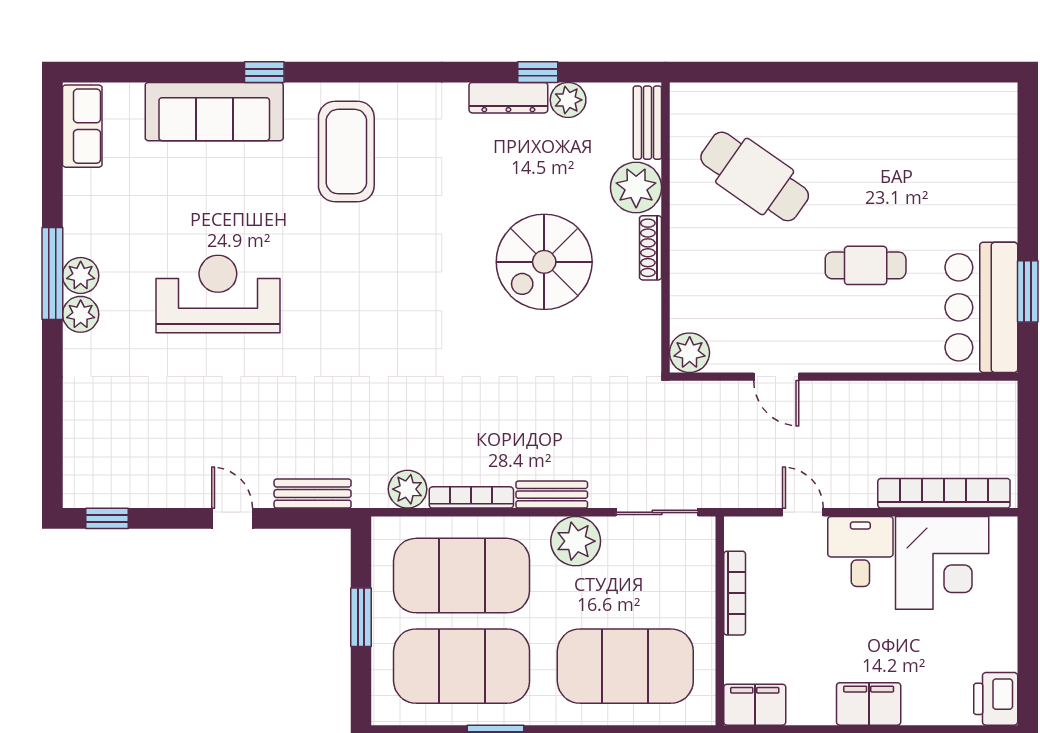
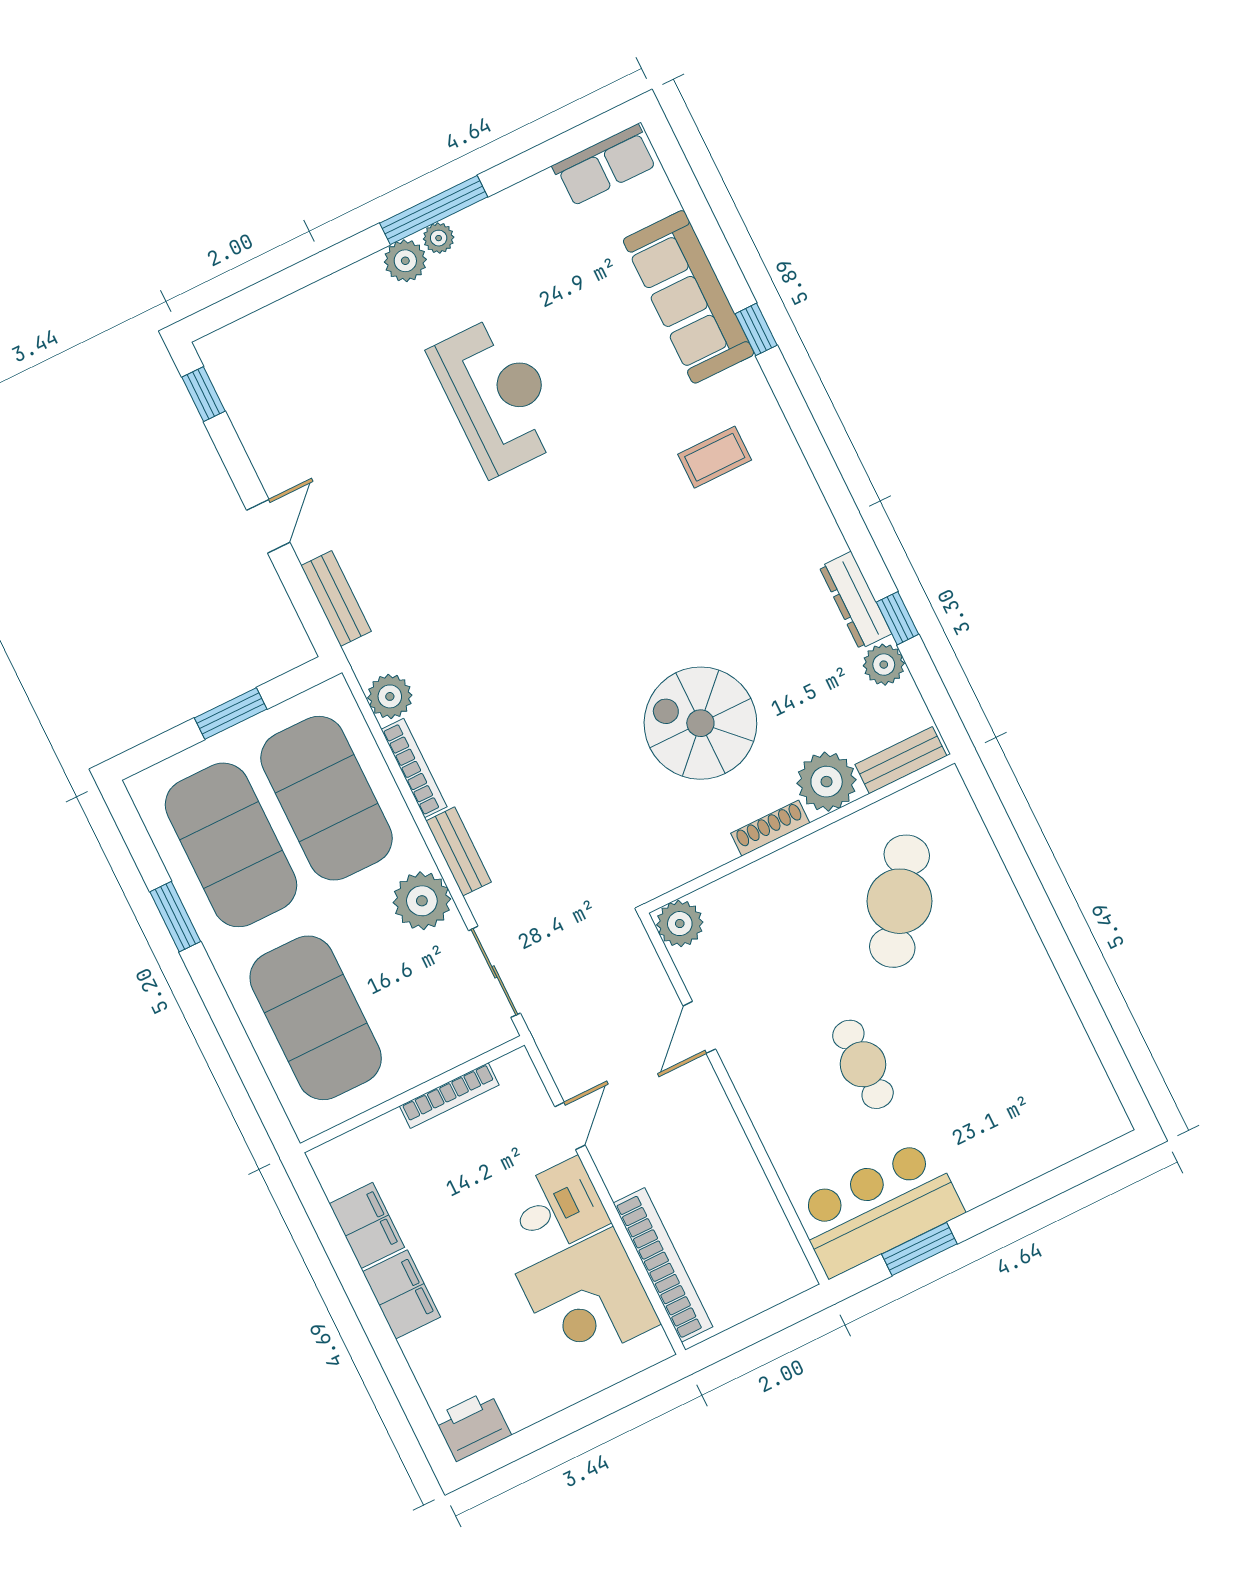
coffee table: (346, 152) -> (715, 457), width x0.54, depth x0.58
plant: (81, 275) -> (439, 238), width x0.73, depth x0.73
filing cabinet: (755, 705) -> (367, 1225), moved

